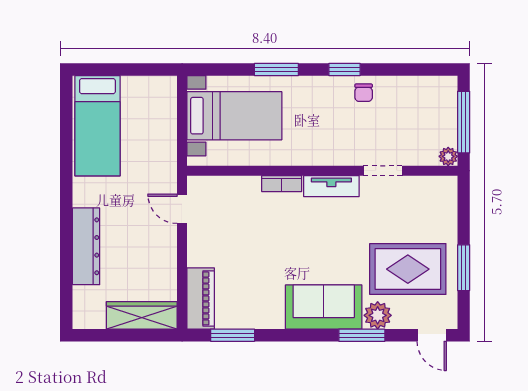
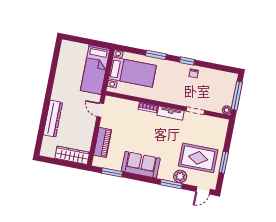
bed: (97, 126) -> (95, 70), moved
piano: (201, 298) -> (103, 142), moved
sofa: (324, 307) -> (141, 165), moved
door: (432, 335) -> (203, 190), hinge flipped

